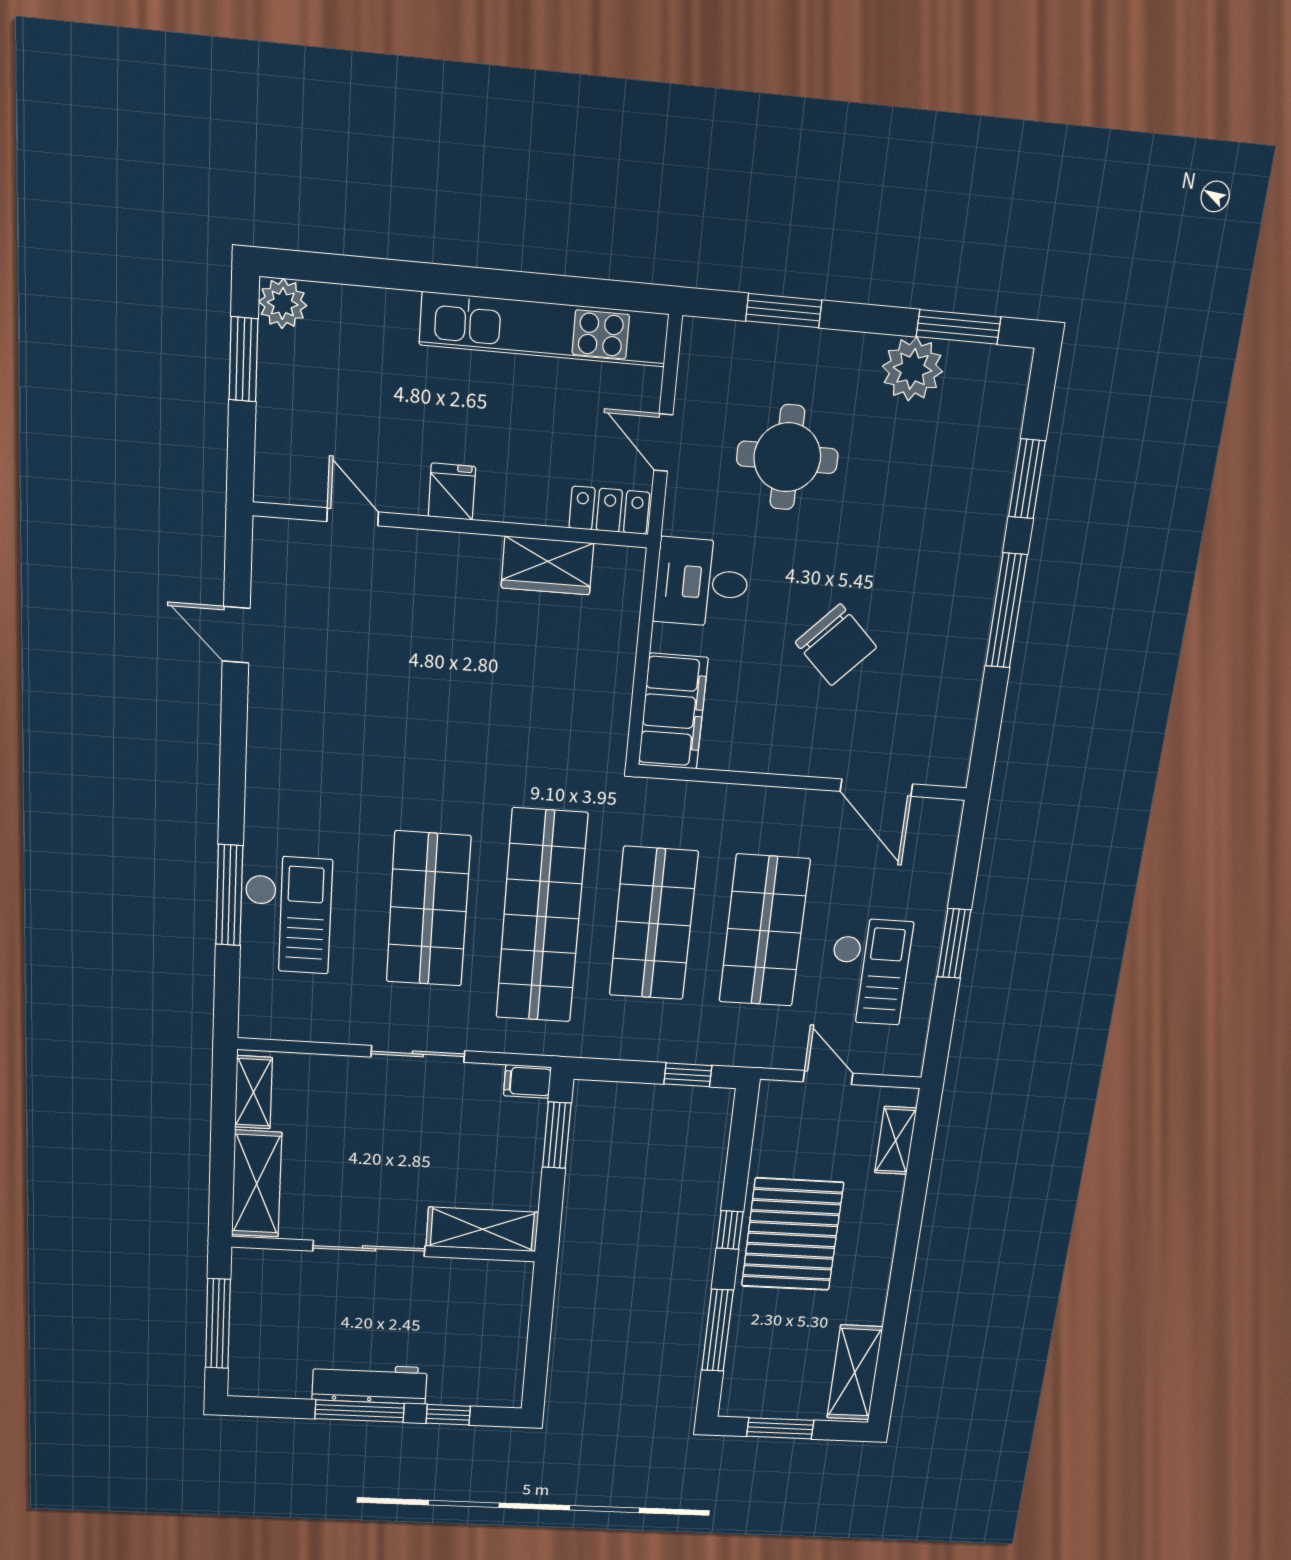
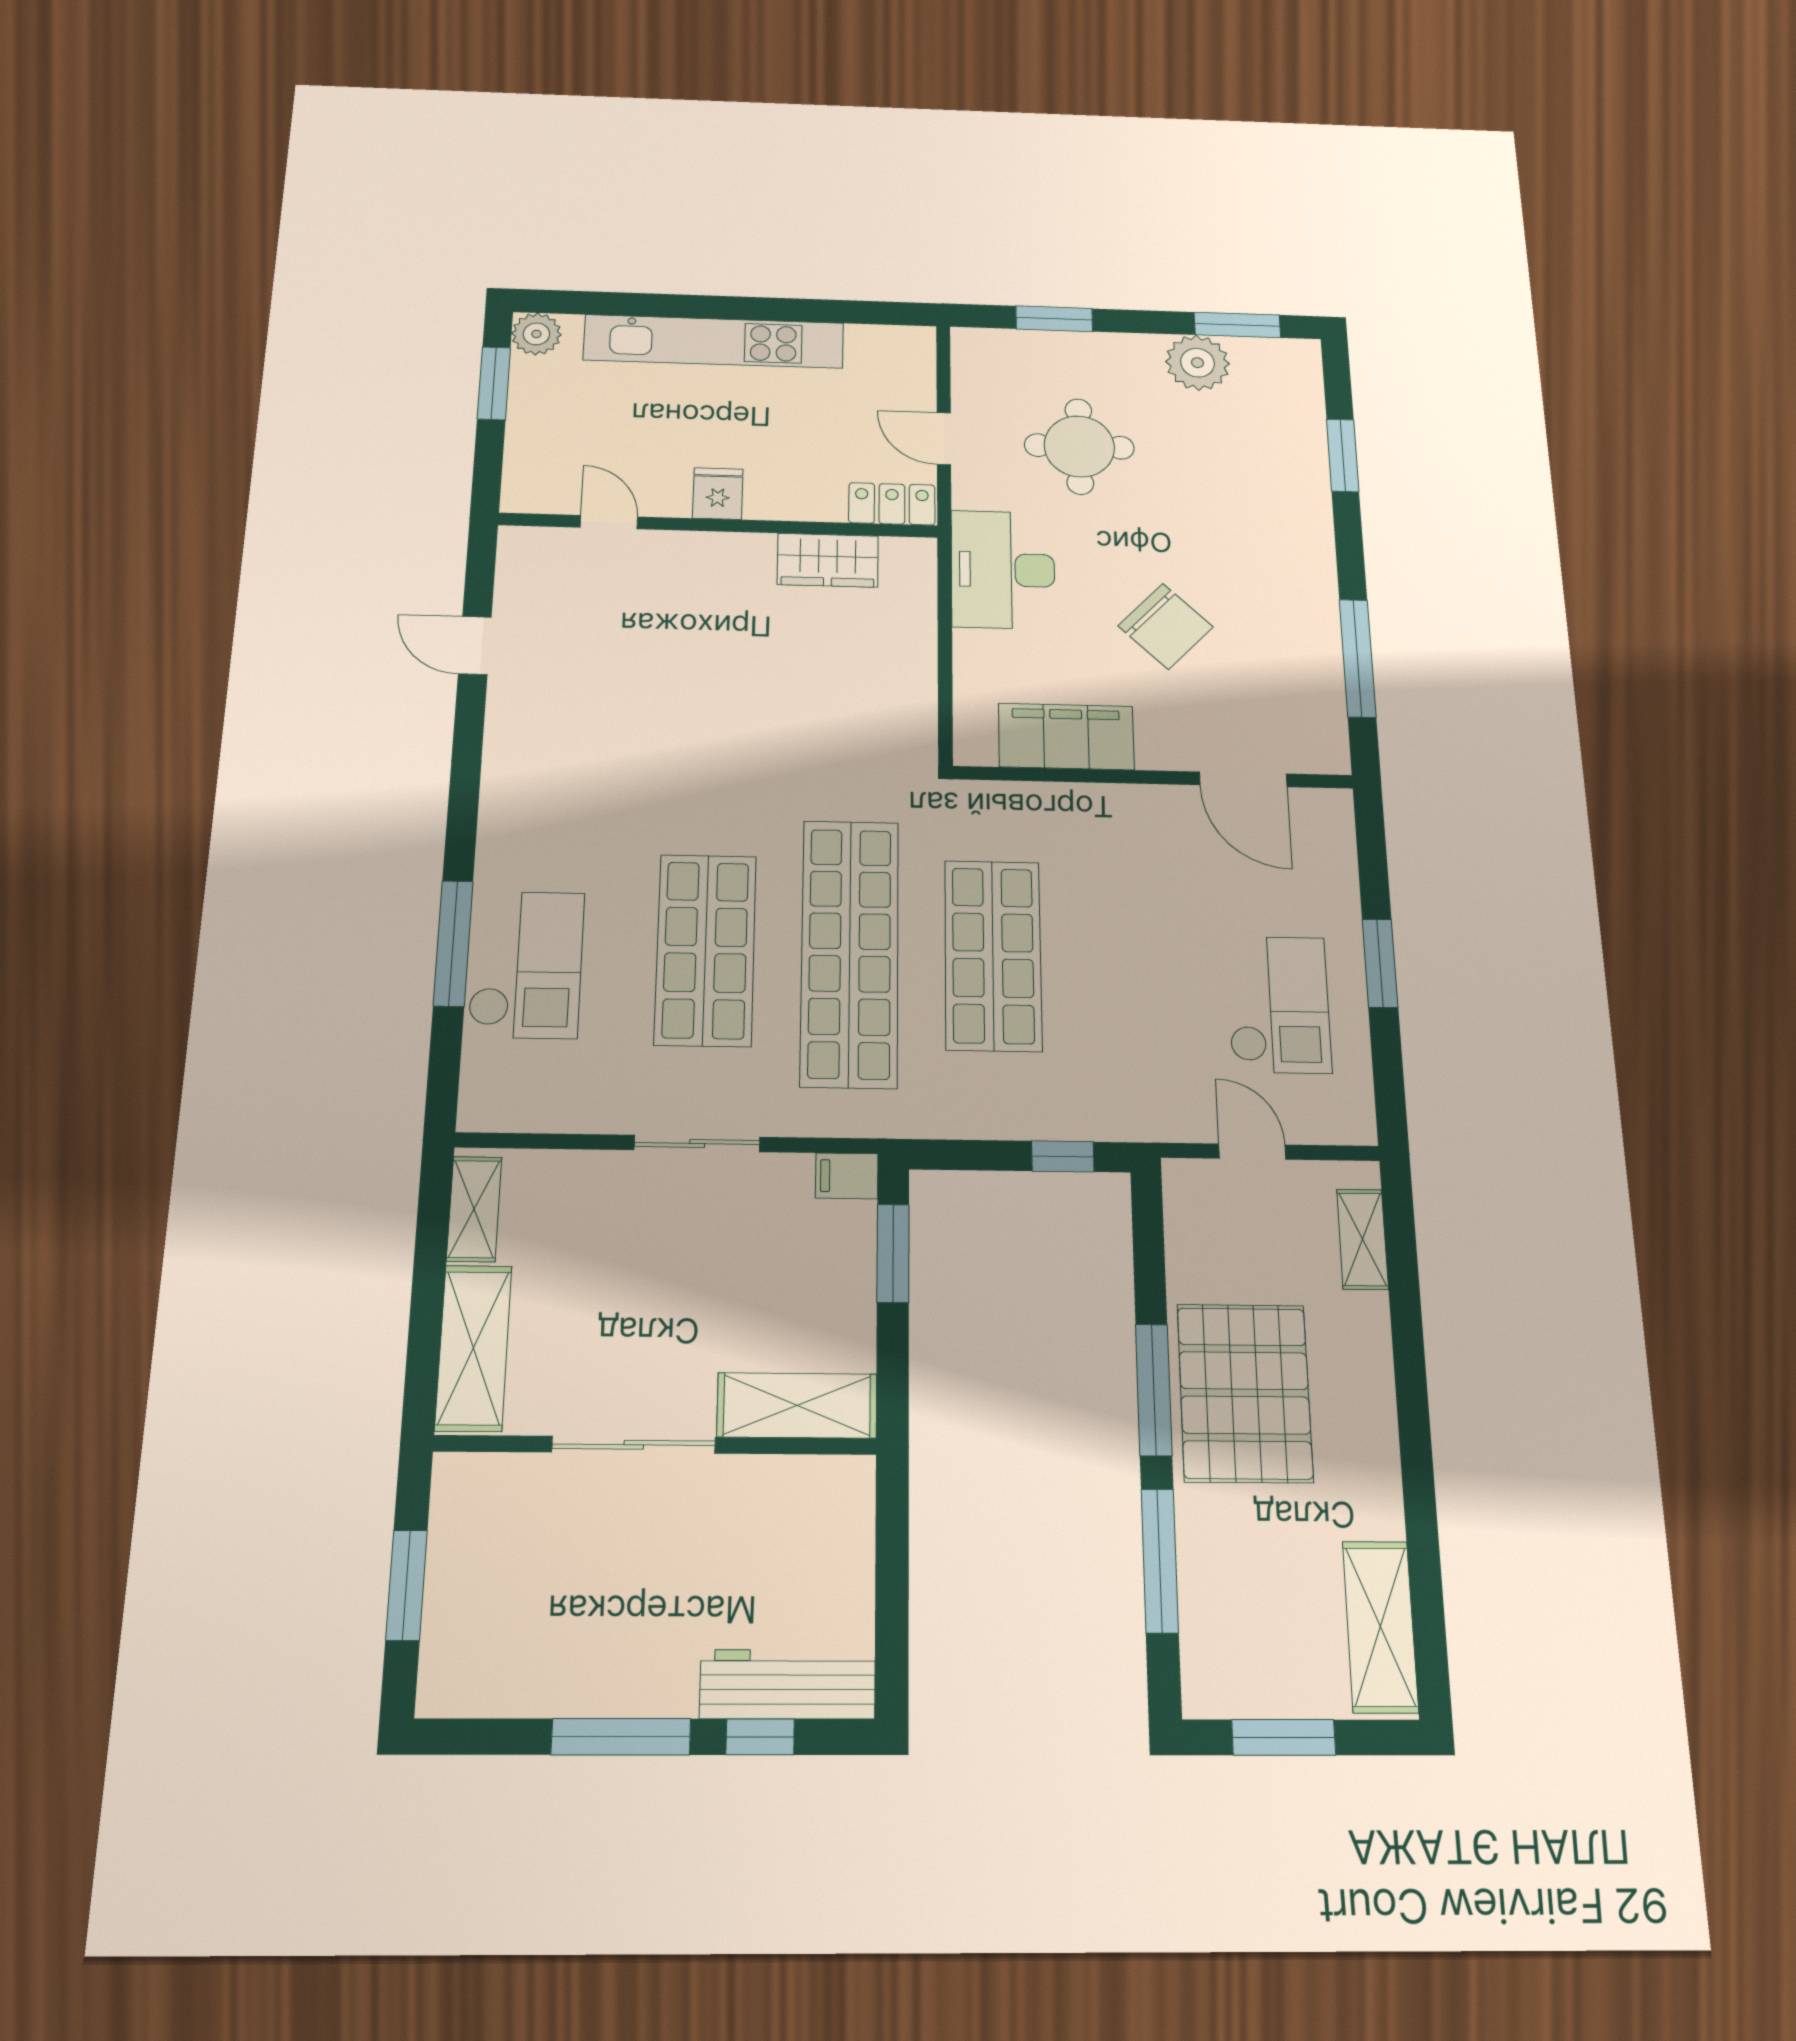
kitchen unit: (544, 329) -> (714, 341), moved
desk: (702, 583) -> (1003, 570), width x1.37
window: (1006, 611) -> (1358, 658), moved
filing cabinet: (673, 711) -> (1066, 736), moved, turned -90
shop shelf: (764, 931) -> (1135, 958), removed
window: (730, 1230) -> (1154, 1390), width x2.17
window: (218, 1324) -> (407, 1585), width x0.69
workbench: (370, 1384) -> (788, 1684), moved

